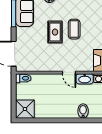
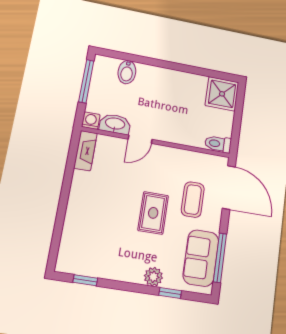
coffee table: (74, 29) -> (193, 200), moved
door: (69, 73) -> (140, 139), swing flipped

